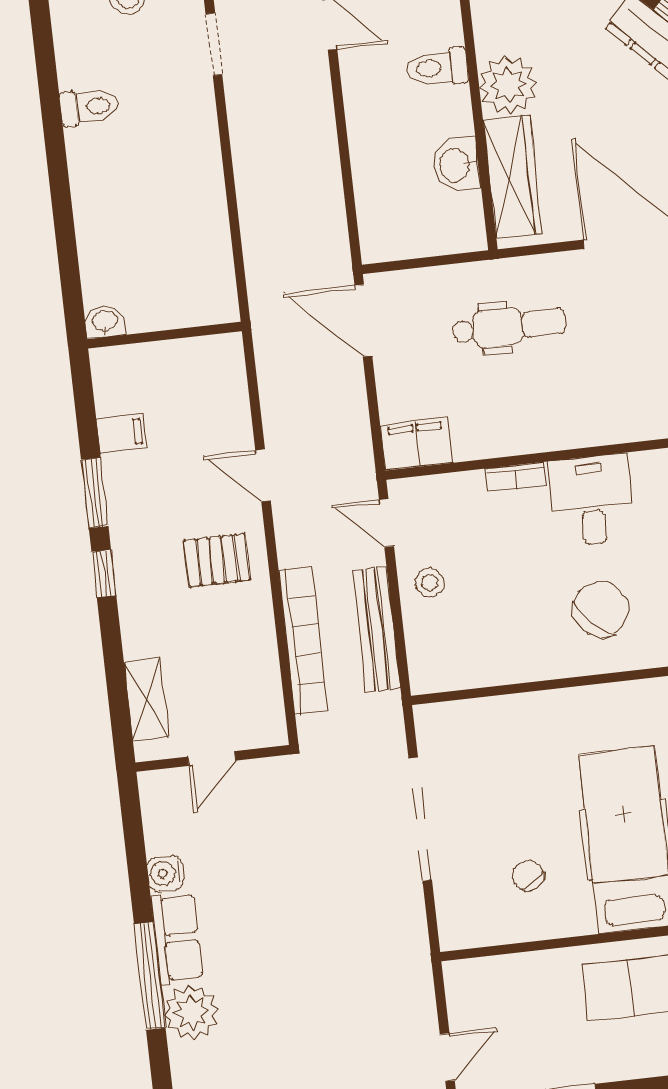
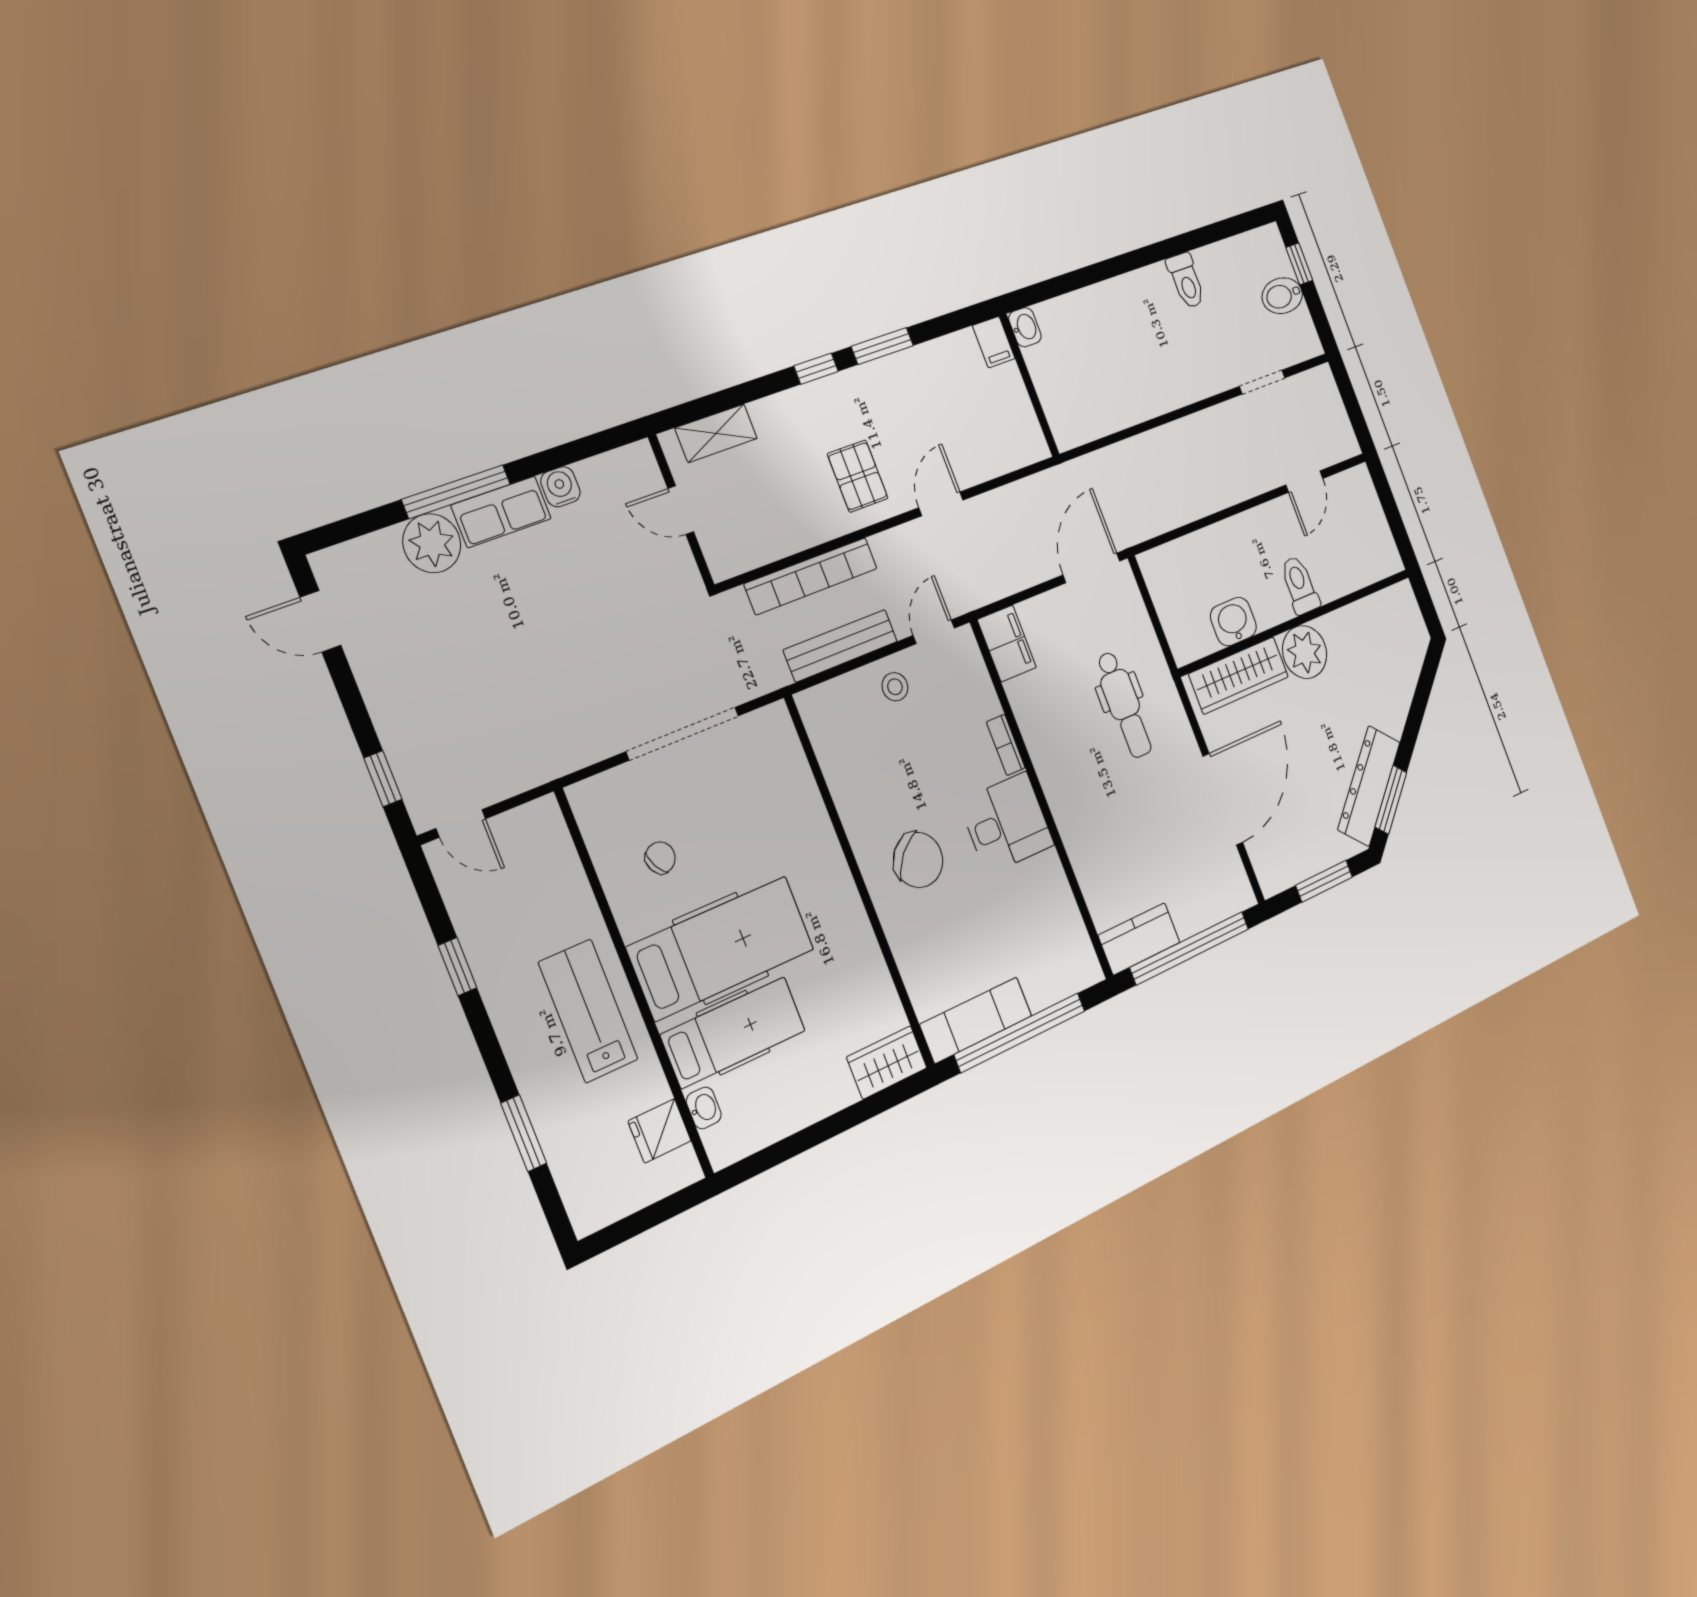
filing cabinet: (121, 433) -> (994, 342), moved

